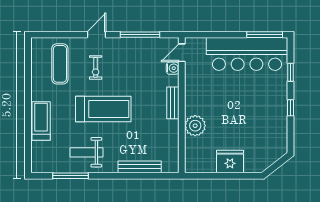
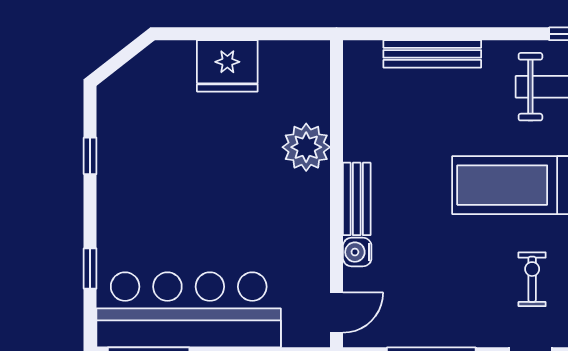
water cooler: (173, 68) -> (357, 252), moved
window: (290, 108) -> (90, 156), moved

